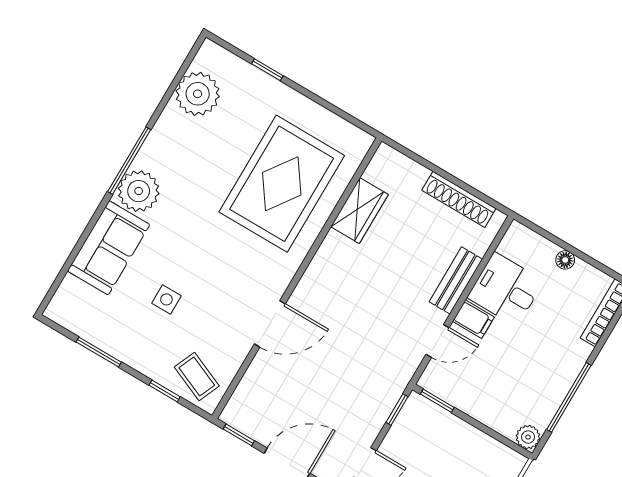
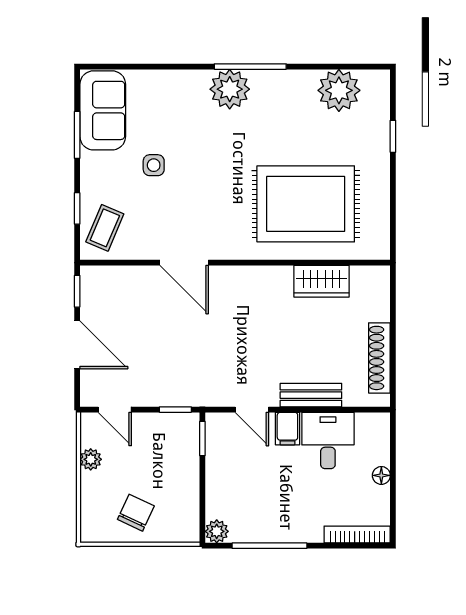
sofa: (109, 248) -> (103, 110), moved, turned -90

